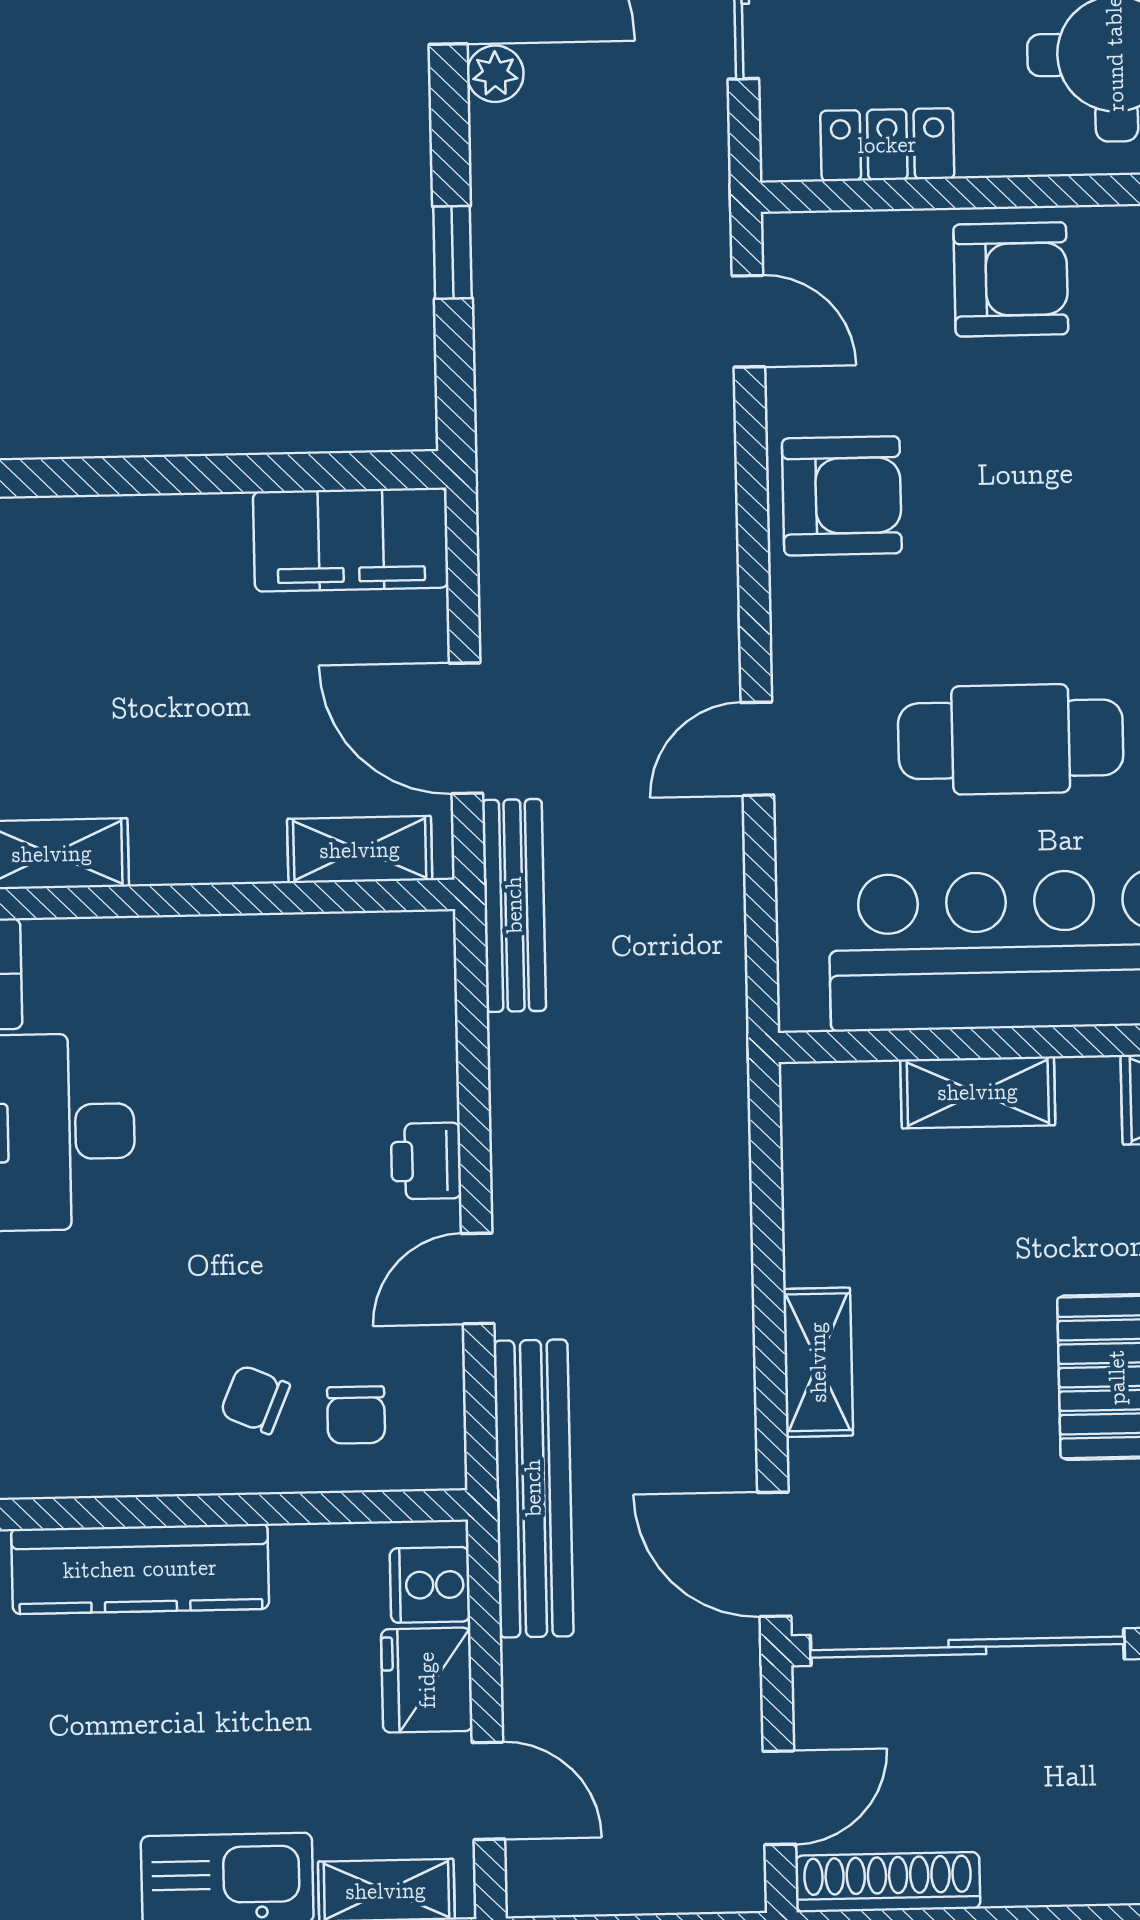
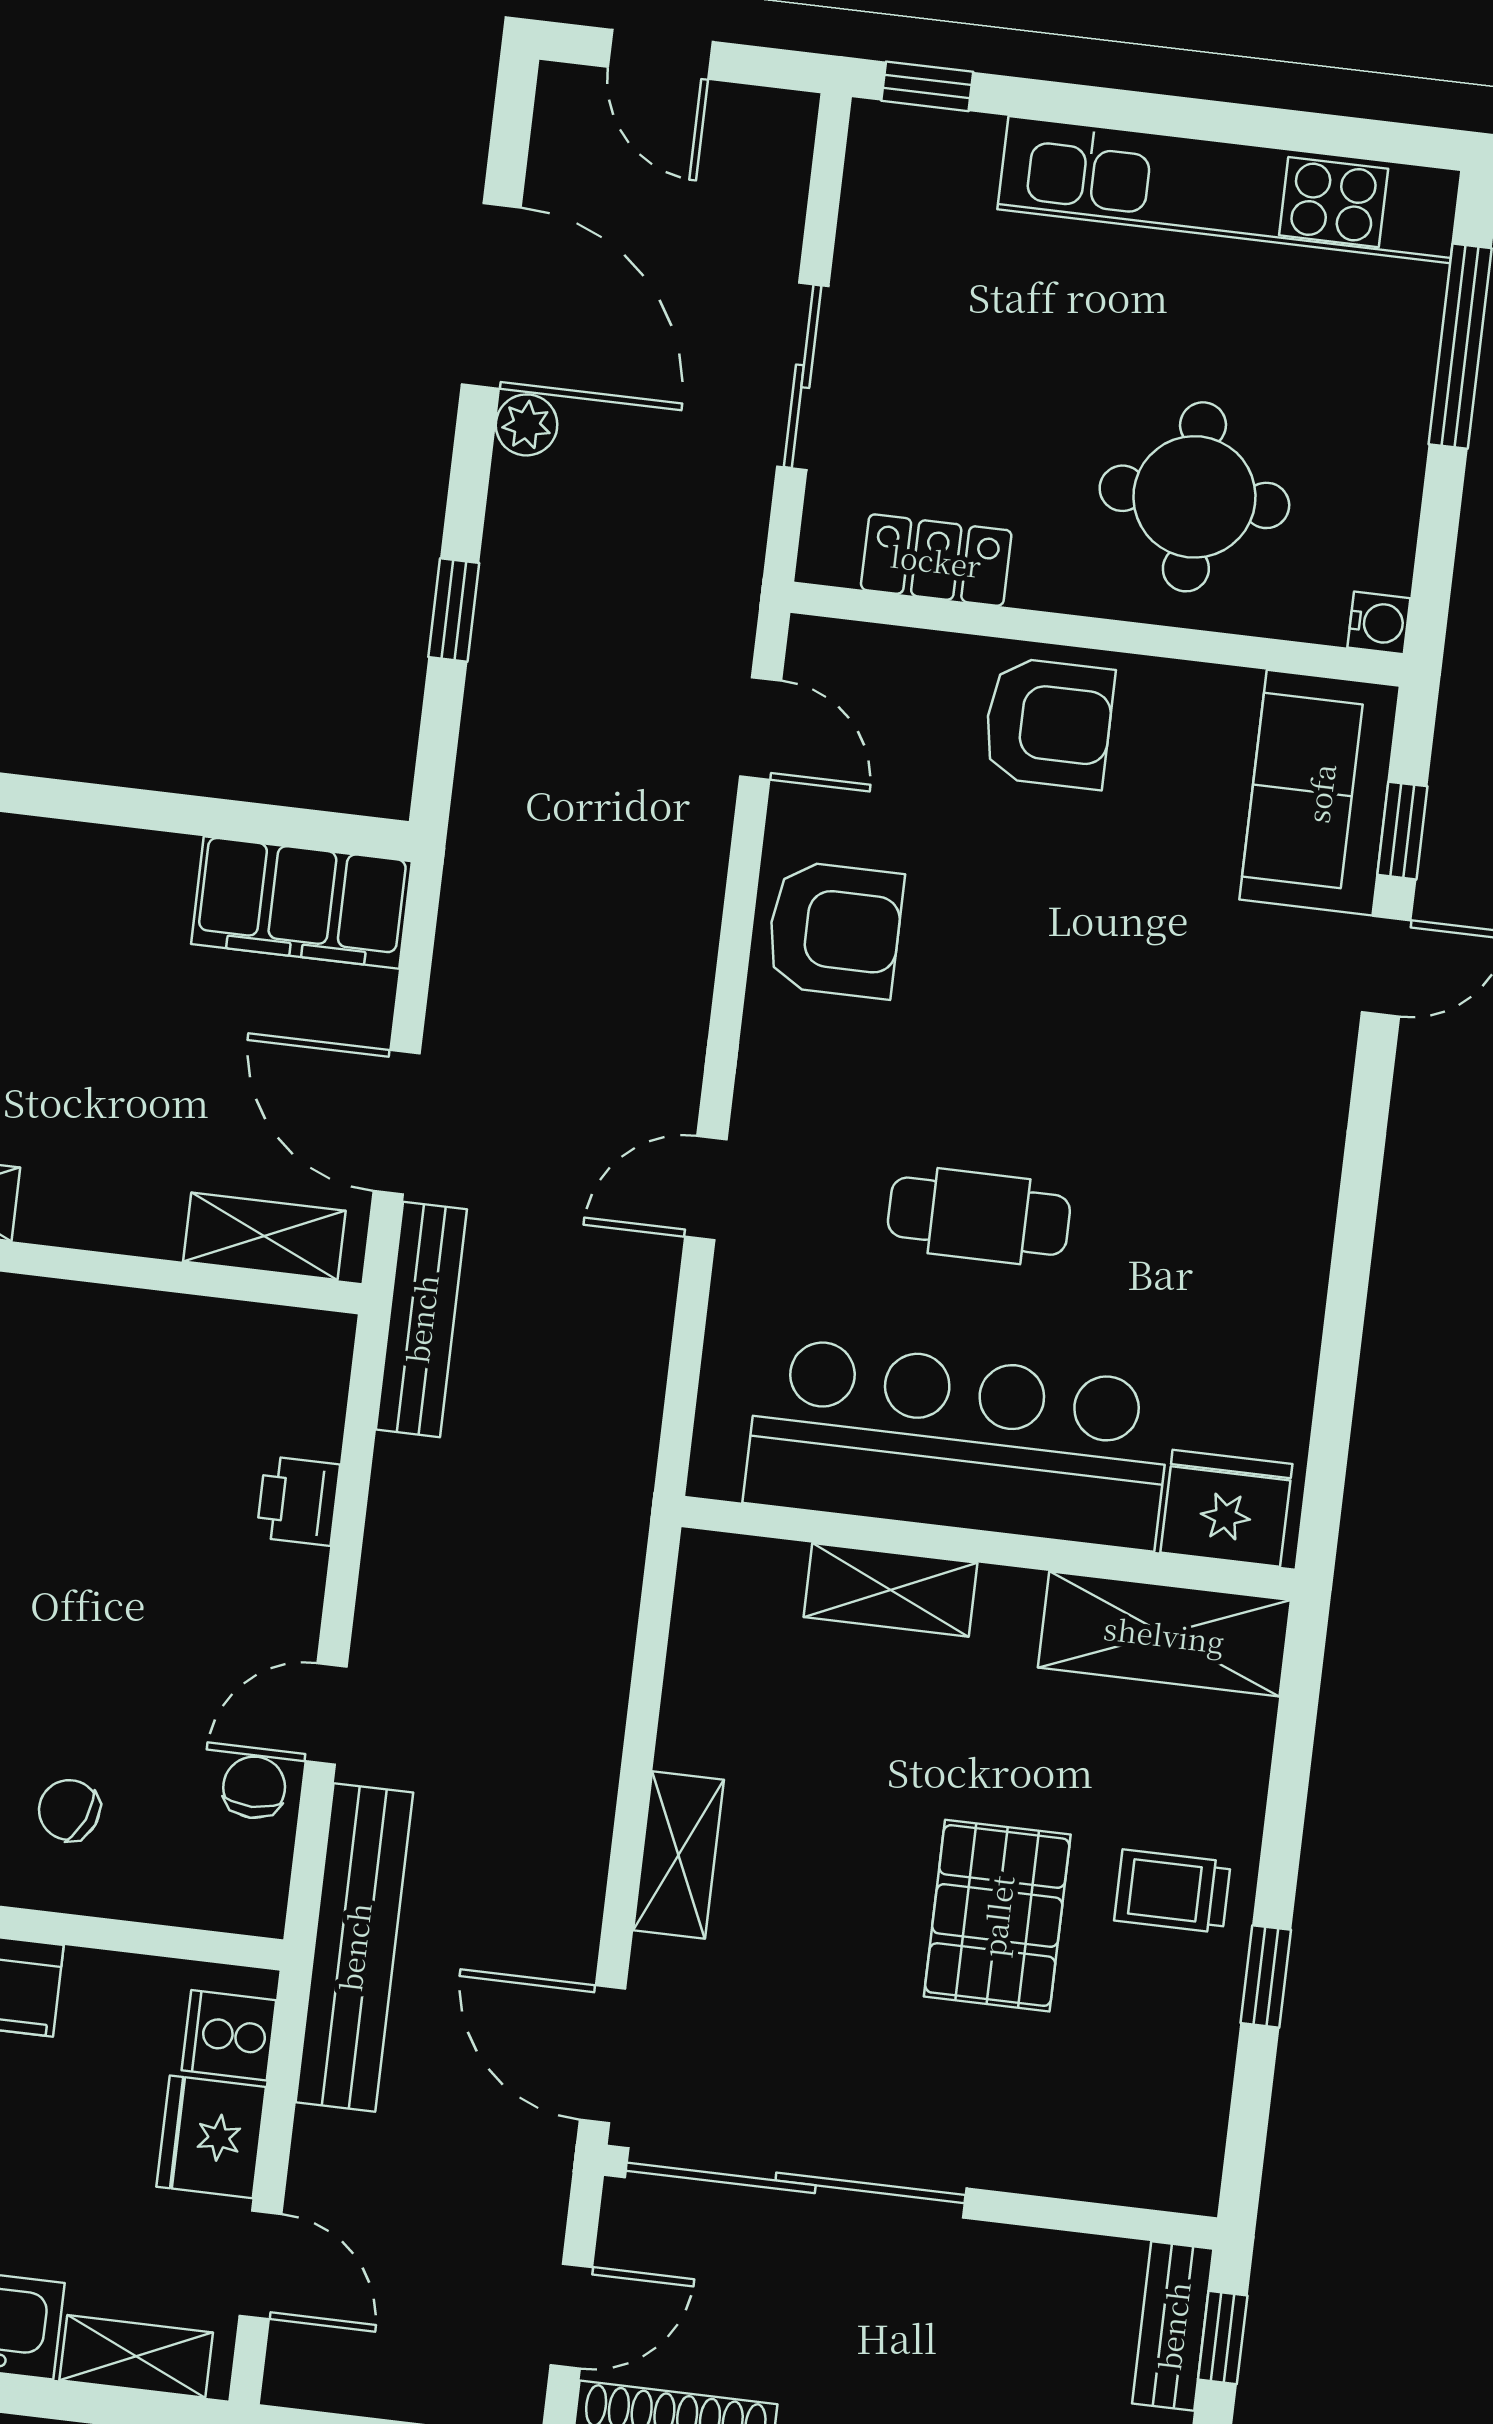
cafe table: (1011, 739) -> (979, 1216), width x0.73, depth x0.74
printer: (426, 1161) -> (298, 1501), moved
chair: (356, 1415) -> (254, 1787), moved, turned 180

